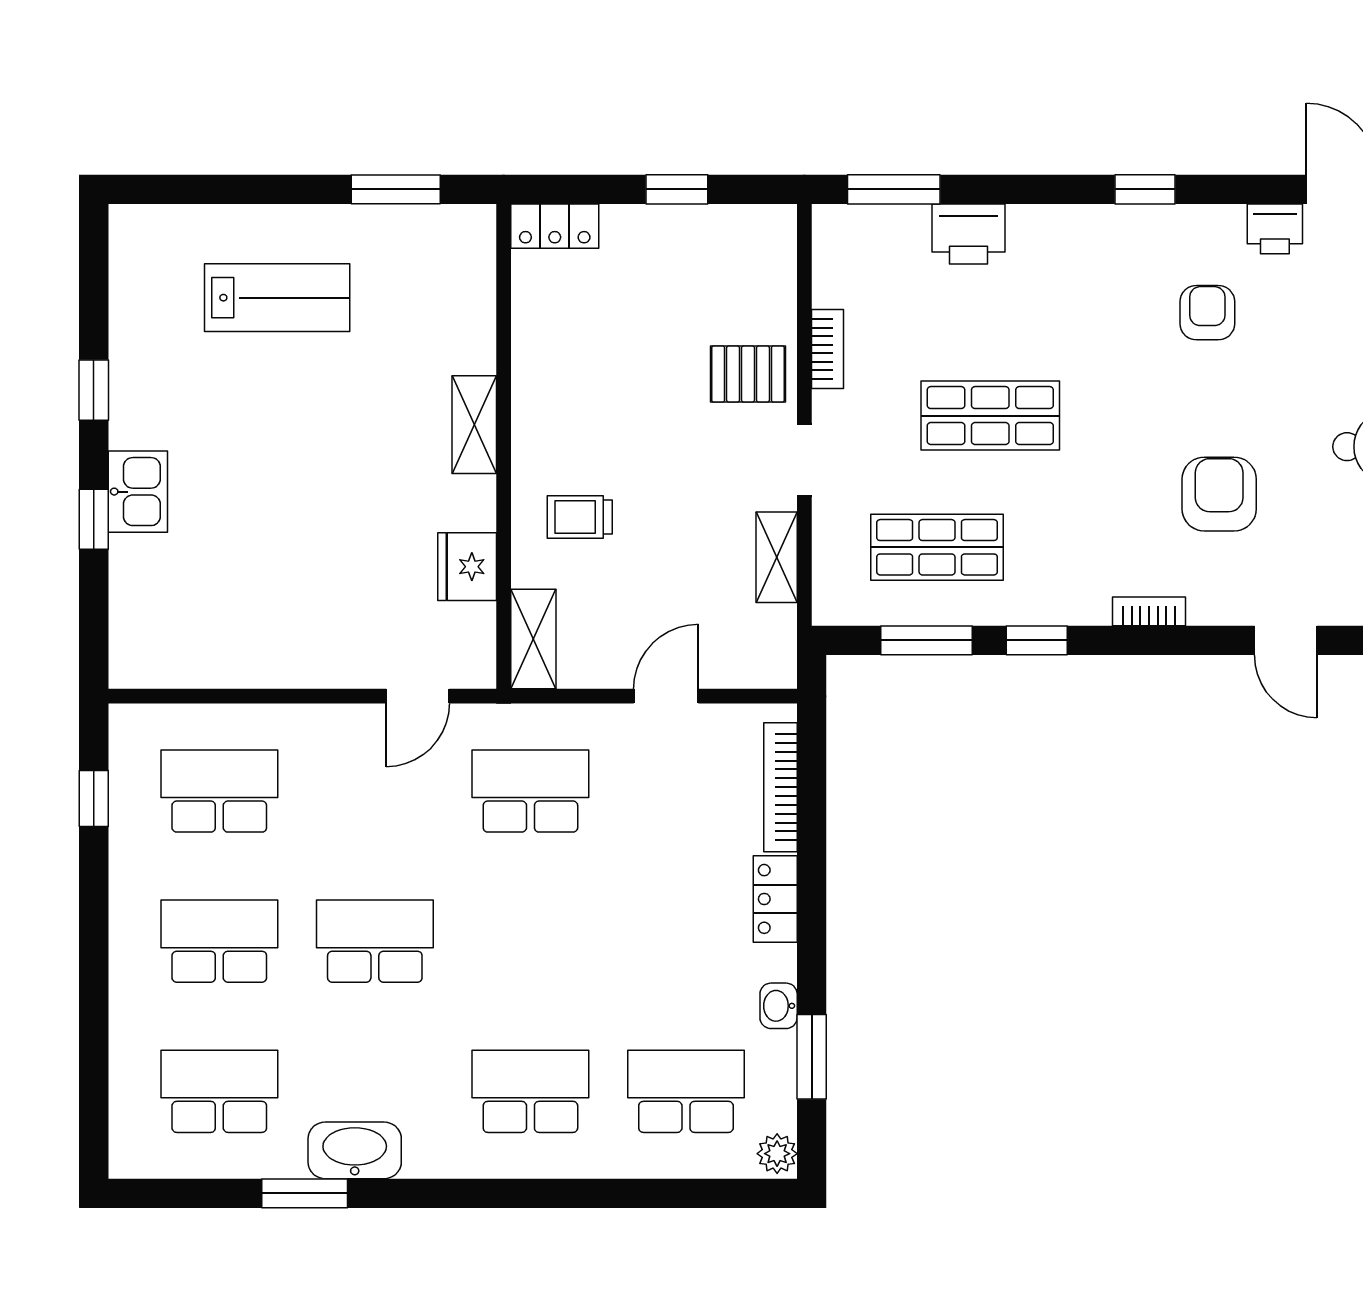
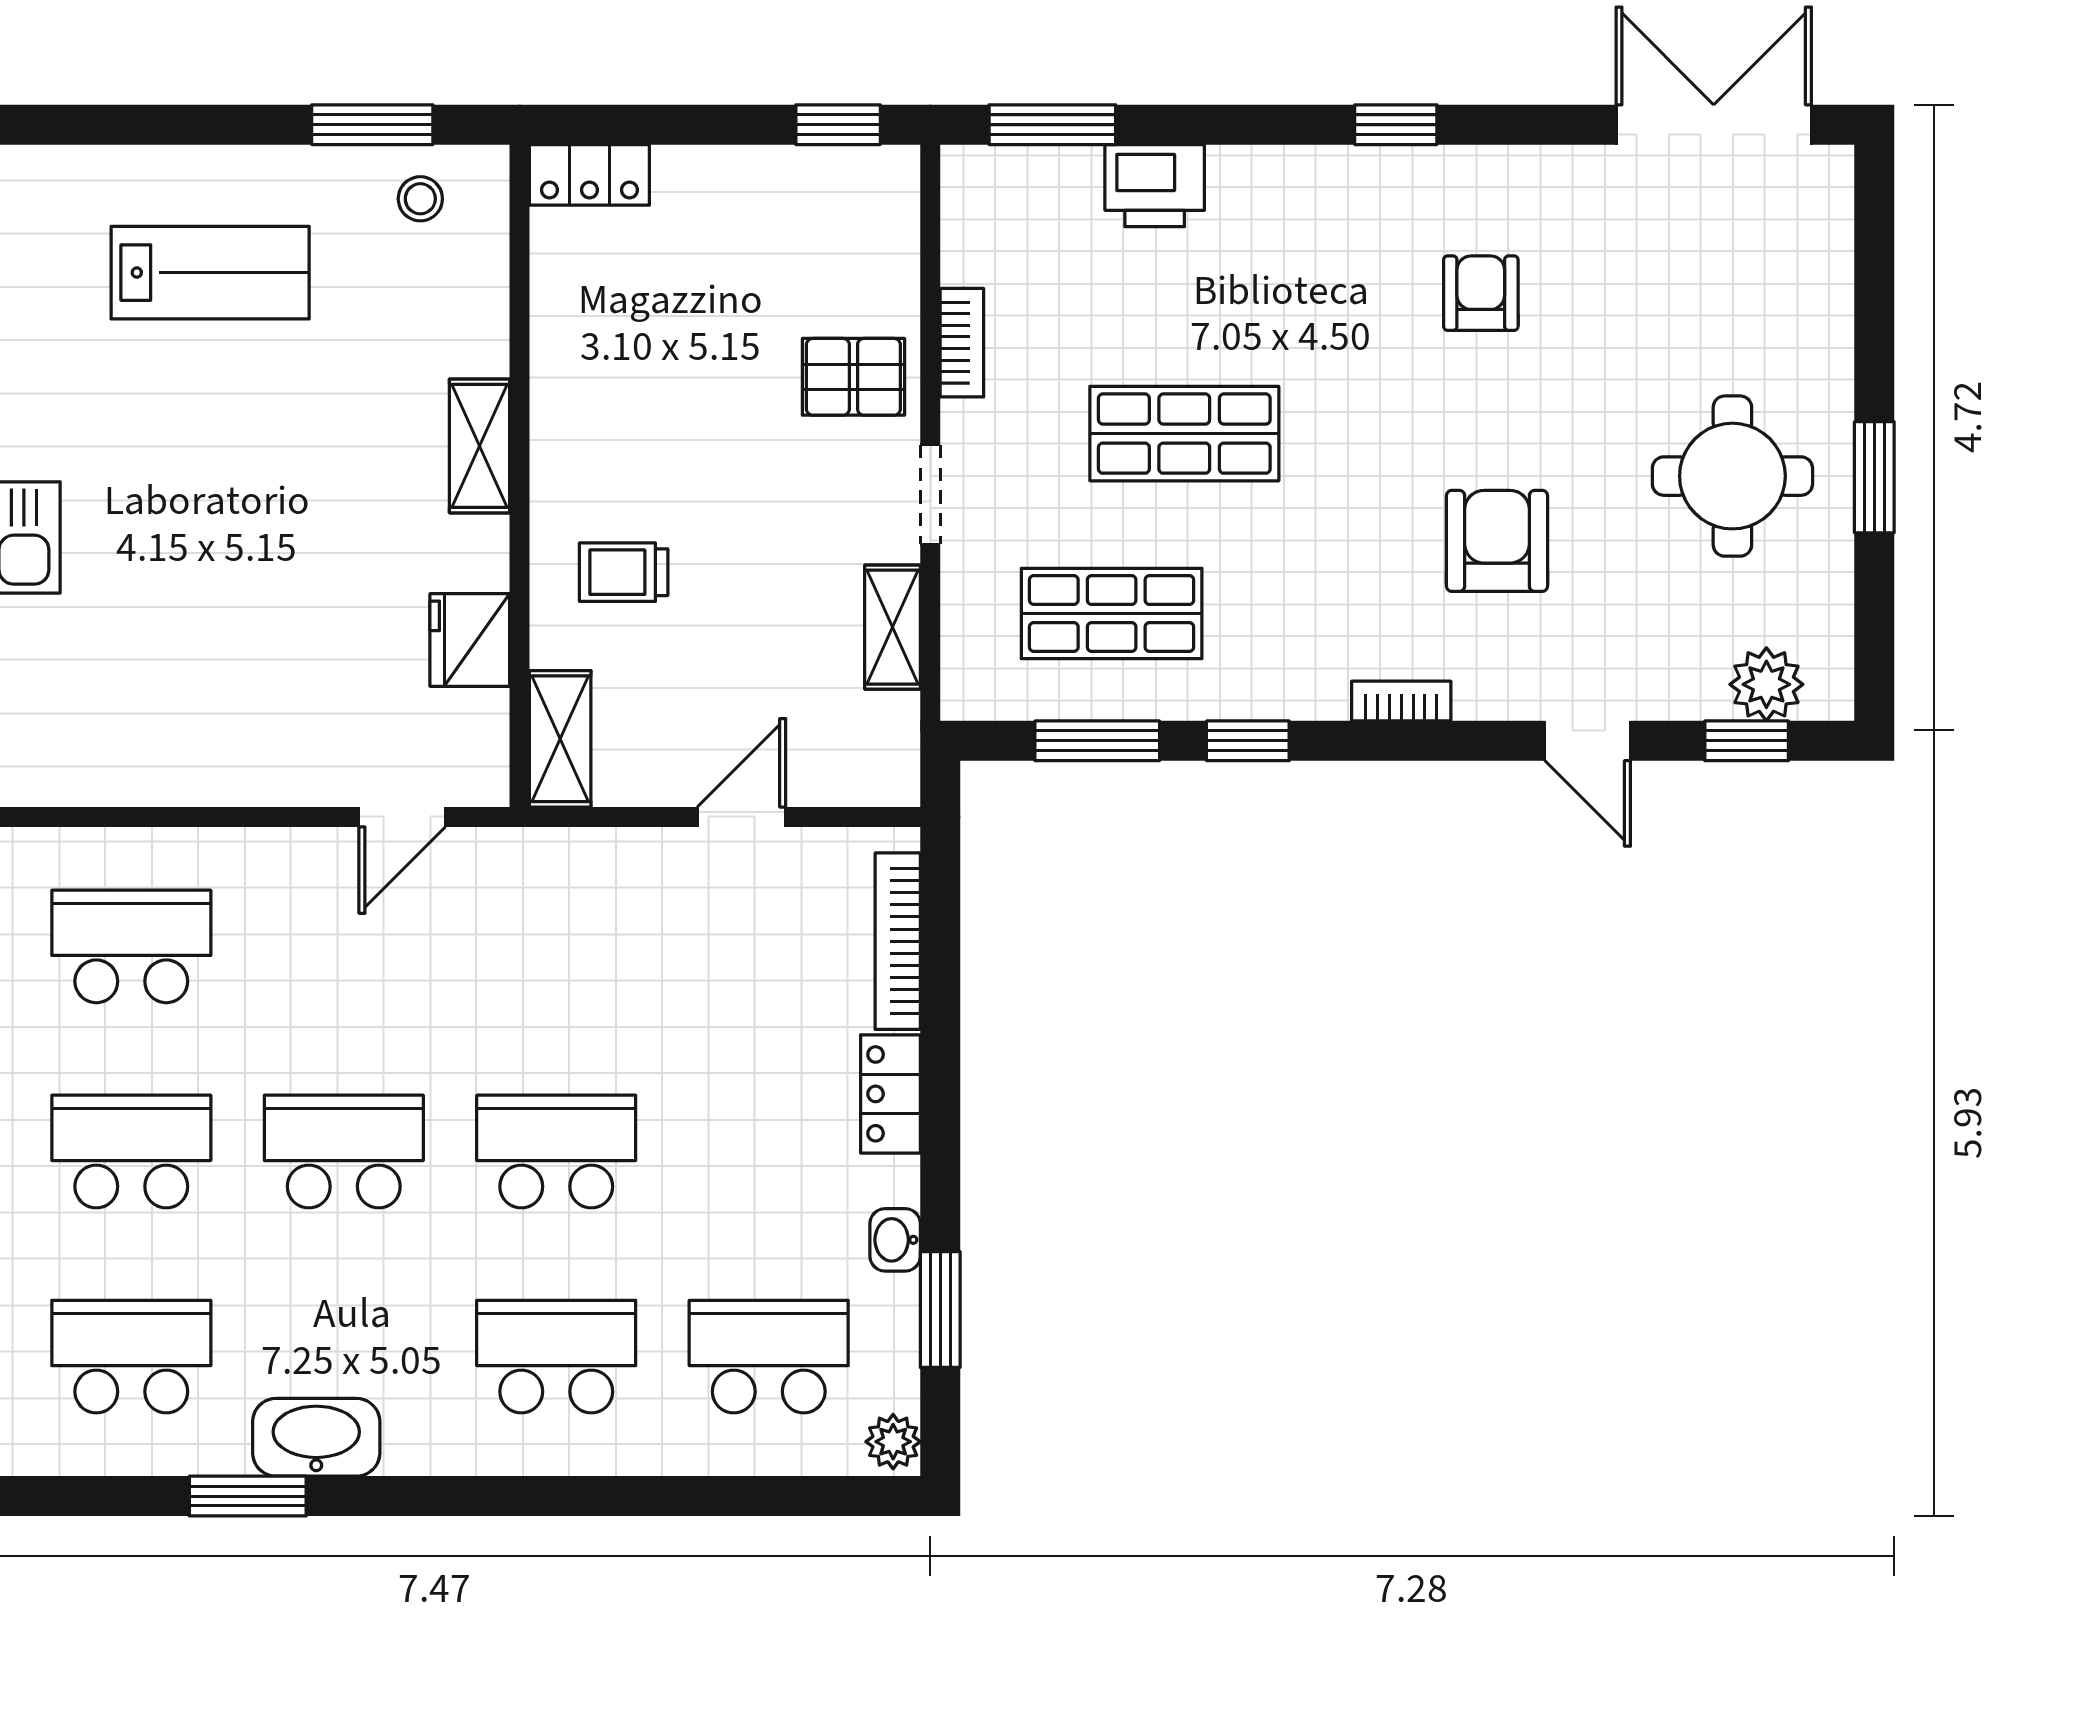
window: (677, 189) -> (838, 125), moved
printer: (1275, 229) -> (1573, 179), removed
stool: (431, 244) -> (420, 199), added
school desk: (530, 791) -> (556, 1152), moved

